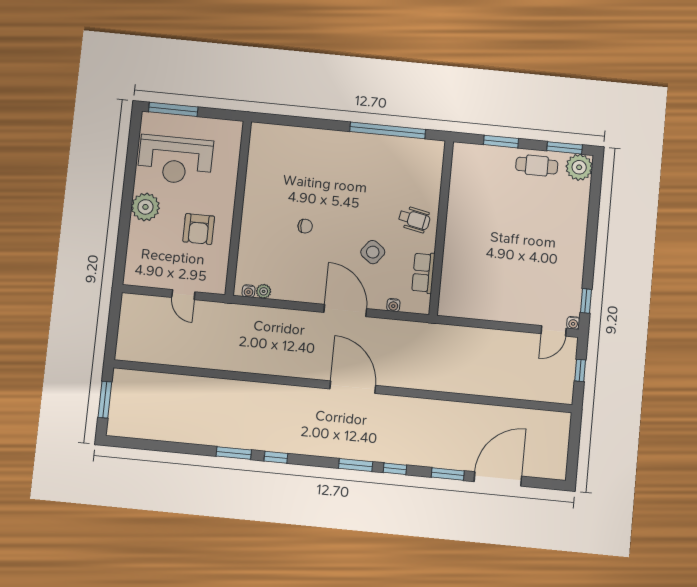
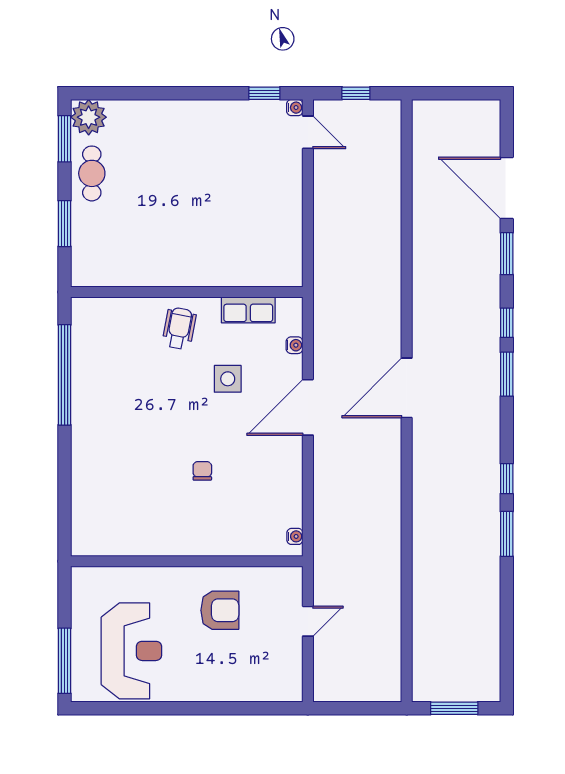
plant: (145, 207) -> (198, 683), removed
side table: (373, 252) -> (228, 379), turned -37
plant: (264, 291) -> (293, 517), removed

